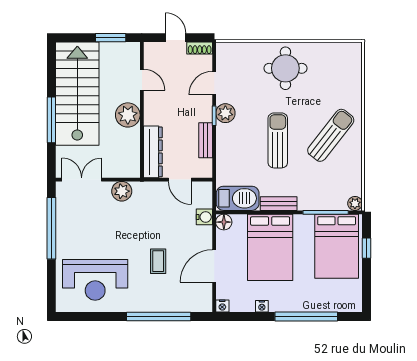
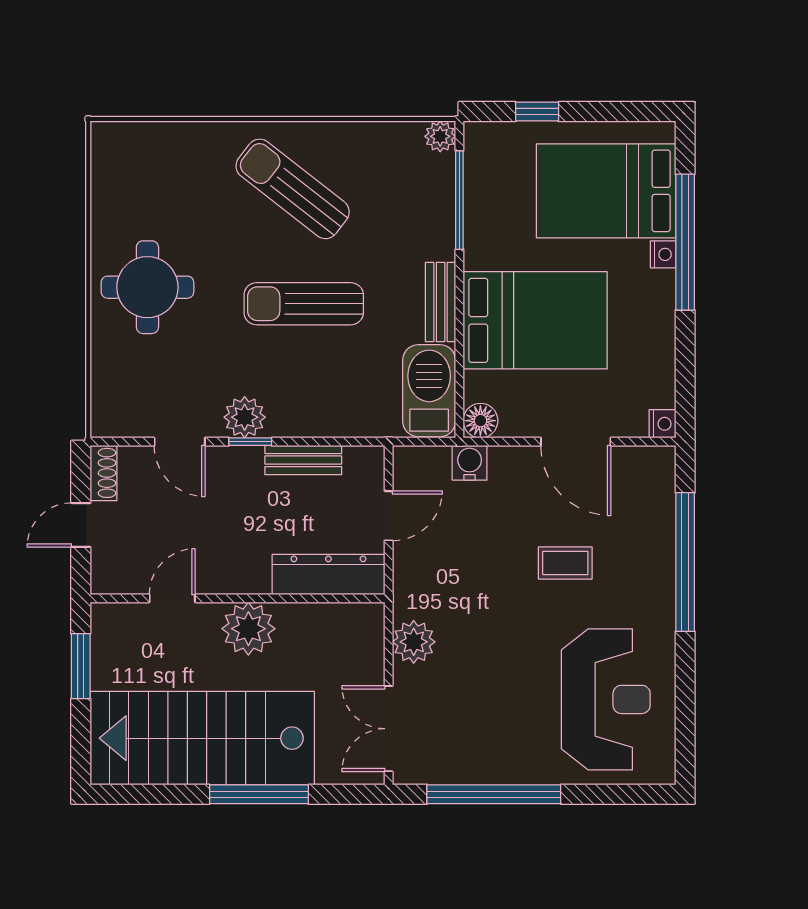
bed: (337, 246) -> (606, 191), moved, turned 180
nightstand: (262, 306) -> (663, 254), moved

